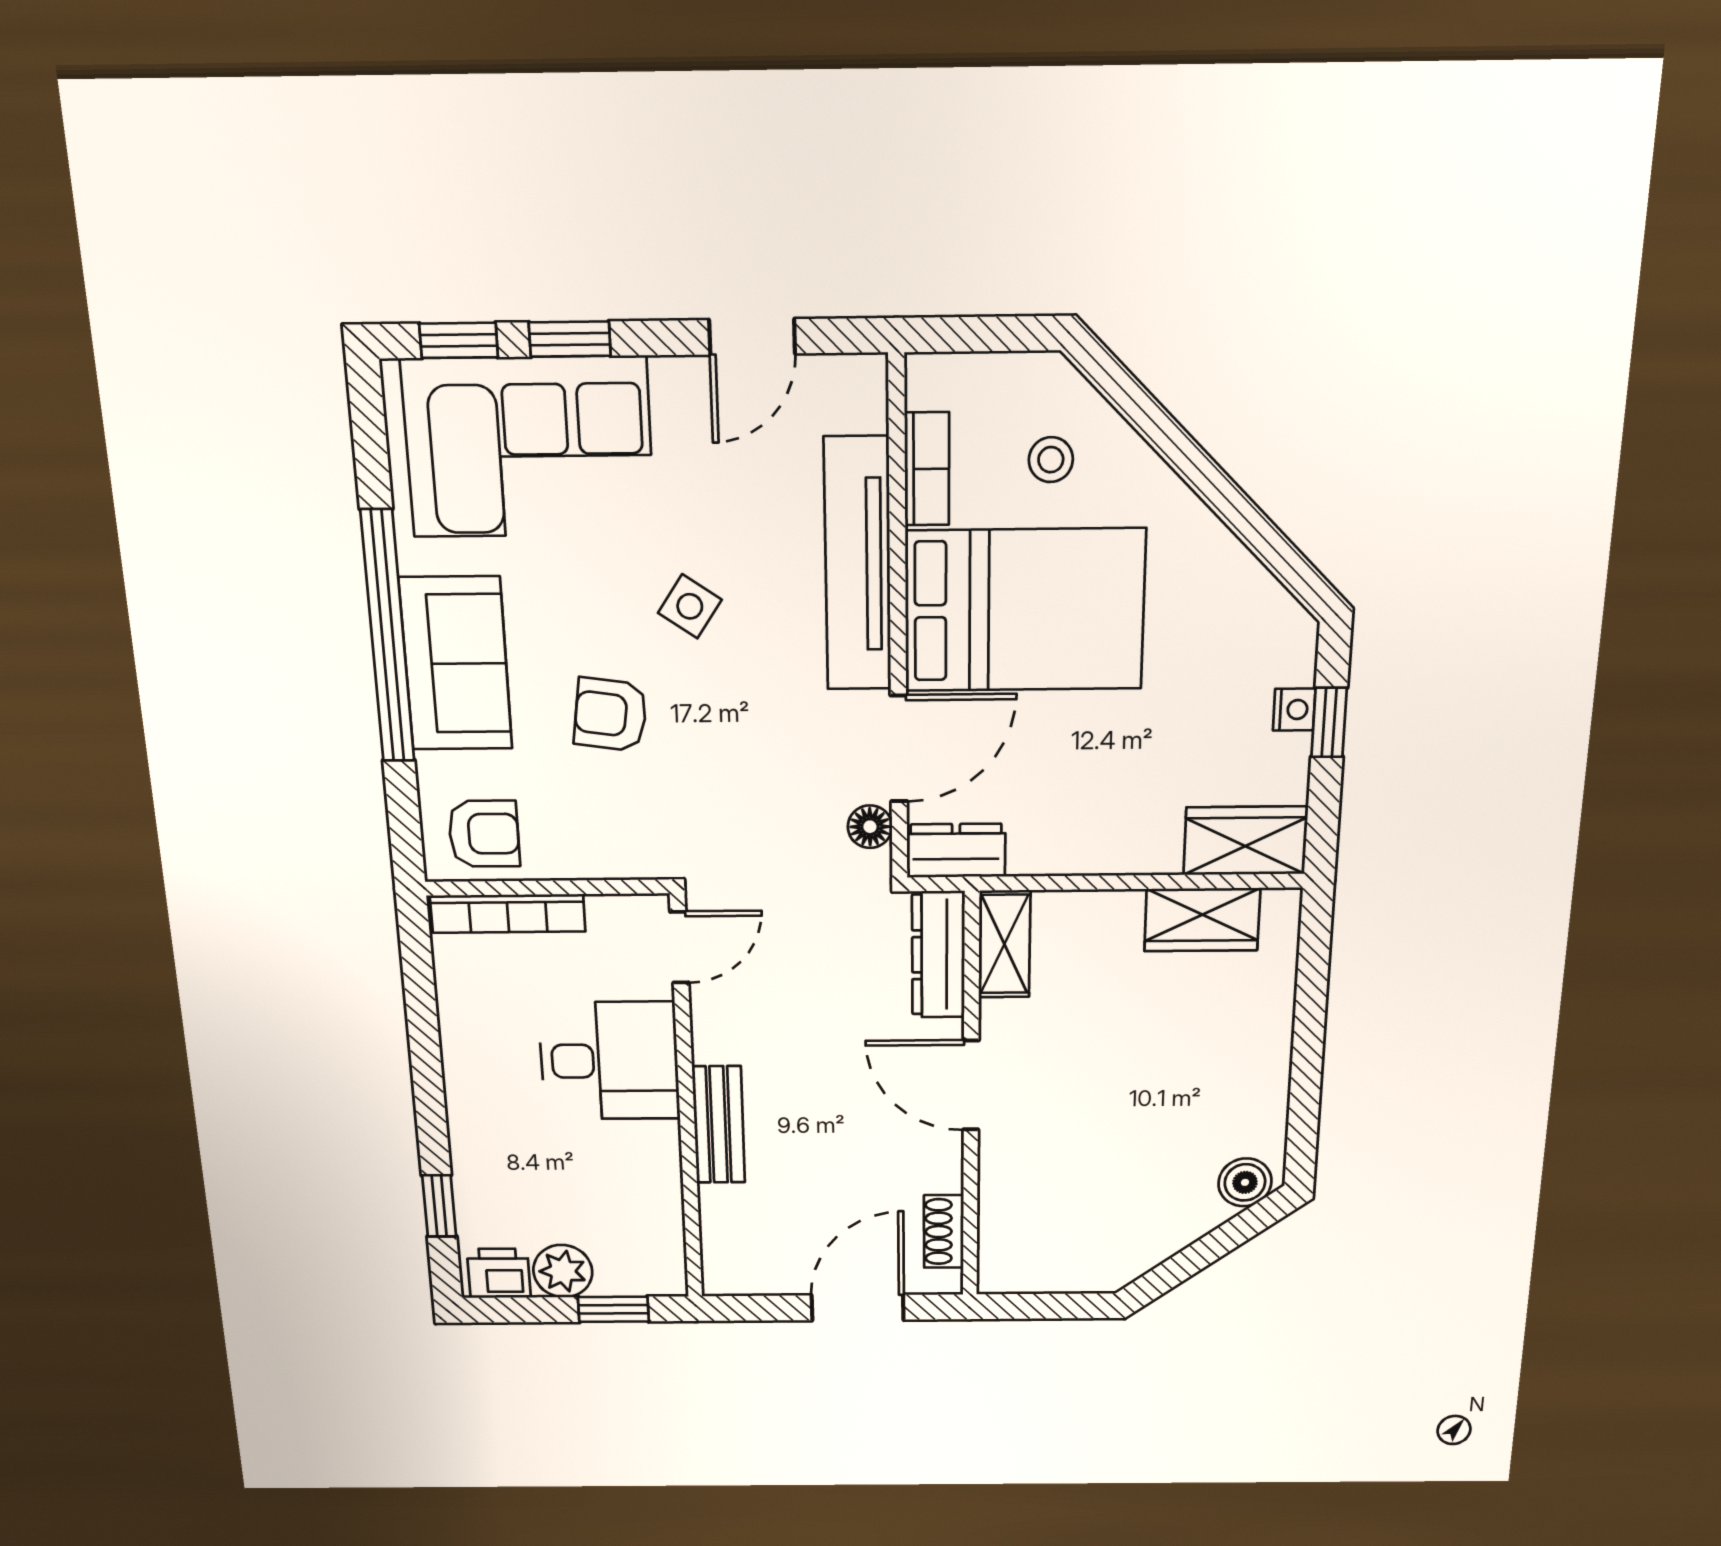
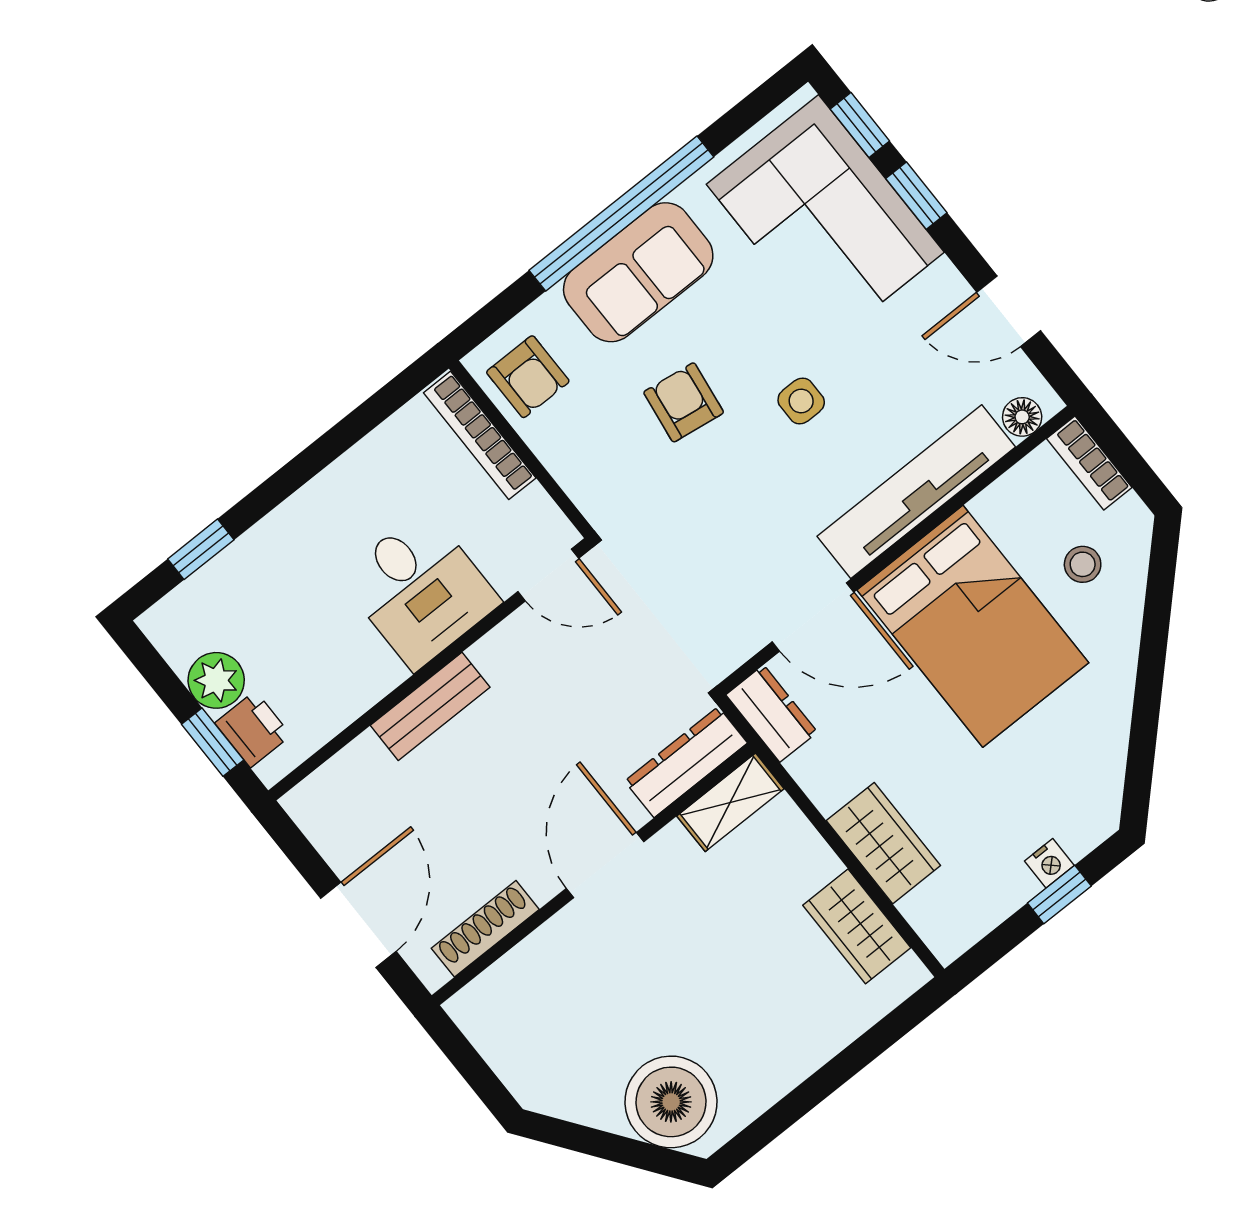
bookcase: (927, 469) -> (1089, 463), moved, turned 90
side table: (690, 606) -> (801, 401), turned -34
floor lamp: (870, 827) -> (1022, 417), moved
wardrobe: (1245, 841) -> (883, 843), moved
boiler: (1245, 1182) -> (671, 1102), width x1.86, depth x1.86
shoe rack: (944, 1232) -> (485, 929), width x1.43
printer: (499, 1273) -> (253, 729), moved
door: (858, 1308) -> (358, 925), hinge flipped

